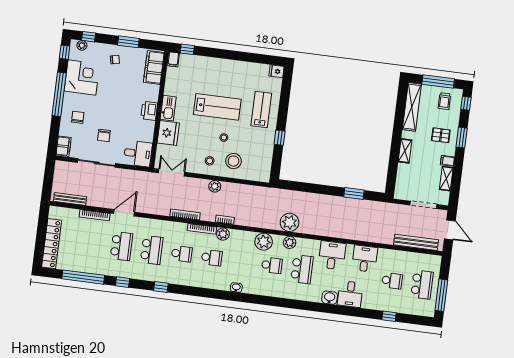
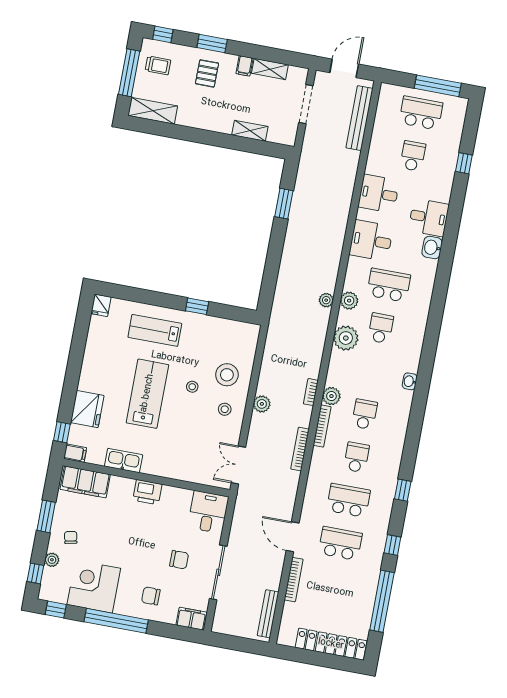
plant: (82, 45) -> (52, 560), moved
shelving: (412, 107) -> (153, 111), width x0.68
kitchen sink: (168, 108) -> (124, 461), moved
fridge: (168, 133) -> (87, 409), moved, turned 90
shelving: (405, 151) -> (250, 131), moved
plant: (290, 222) -> (326, 300), width x0.53, depth x0.53

